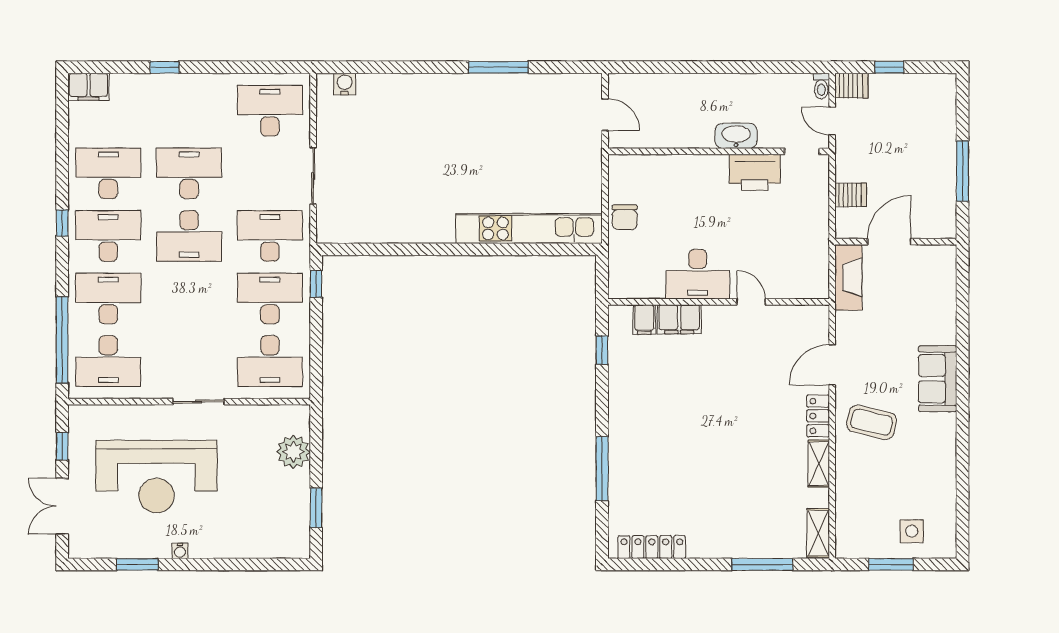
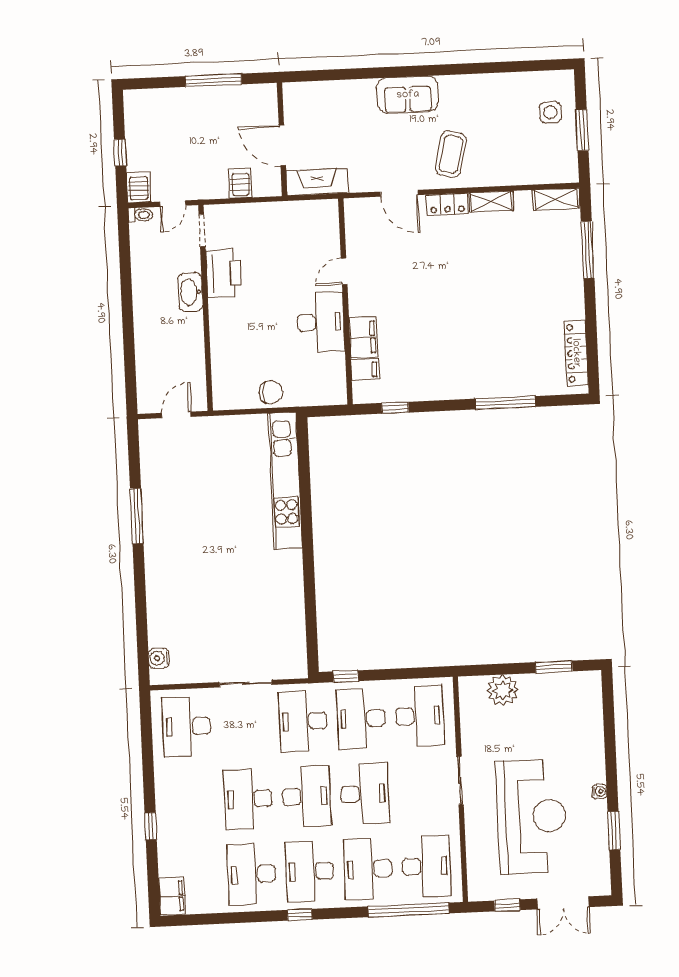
desk: (189, 299) -> (365, 794), added

